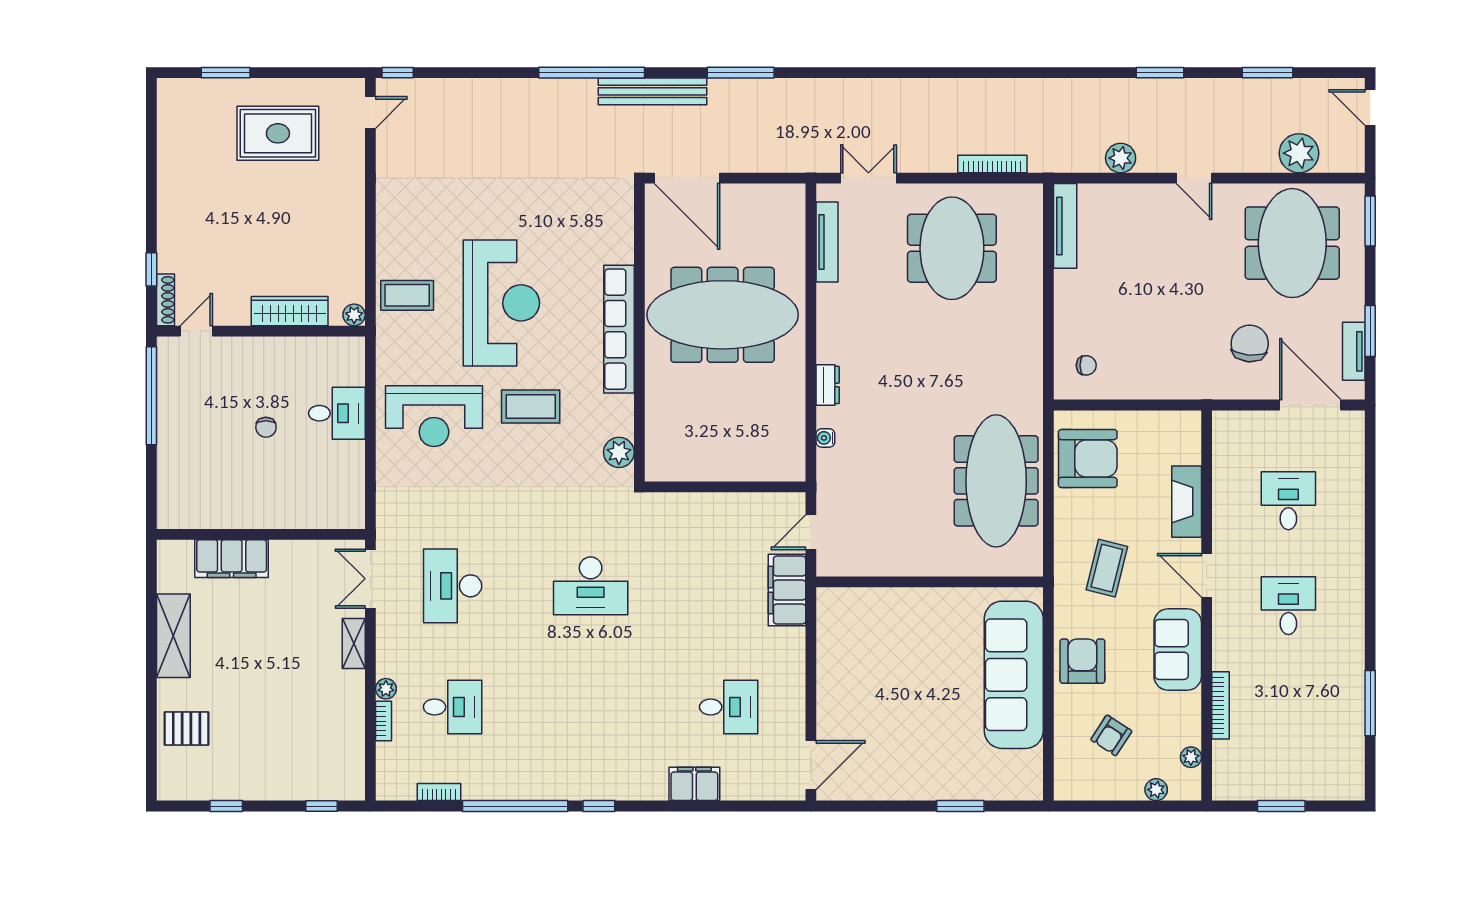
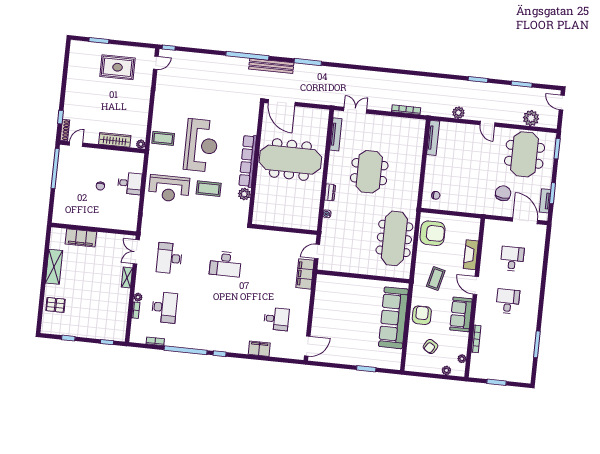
meeting table: (952, 248) -> (369, 172), moved
plant: (619, 452) -> (244, 194), moved
desk: (453, 707) -> (164, 307), width x1.37

